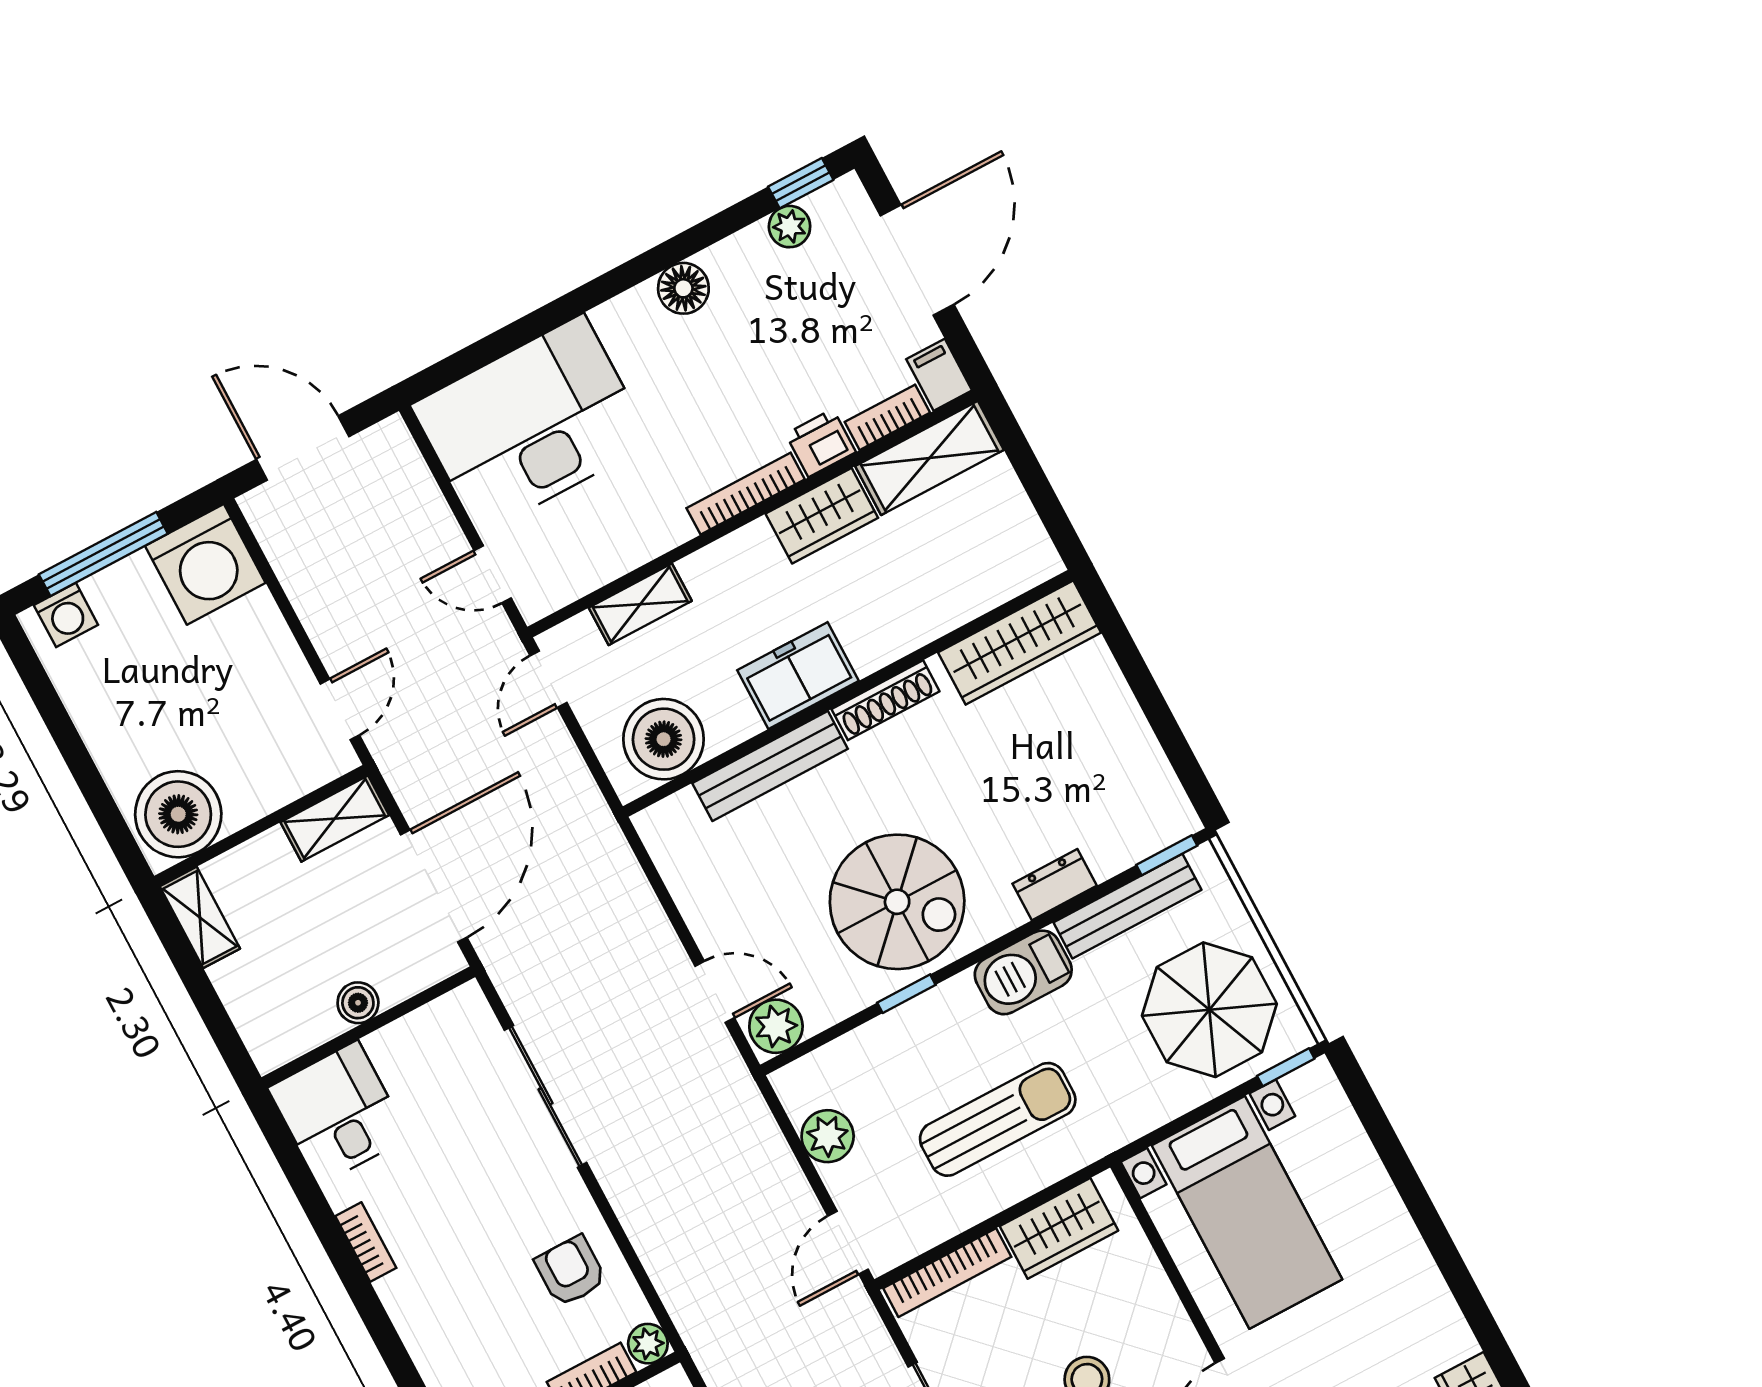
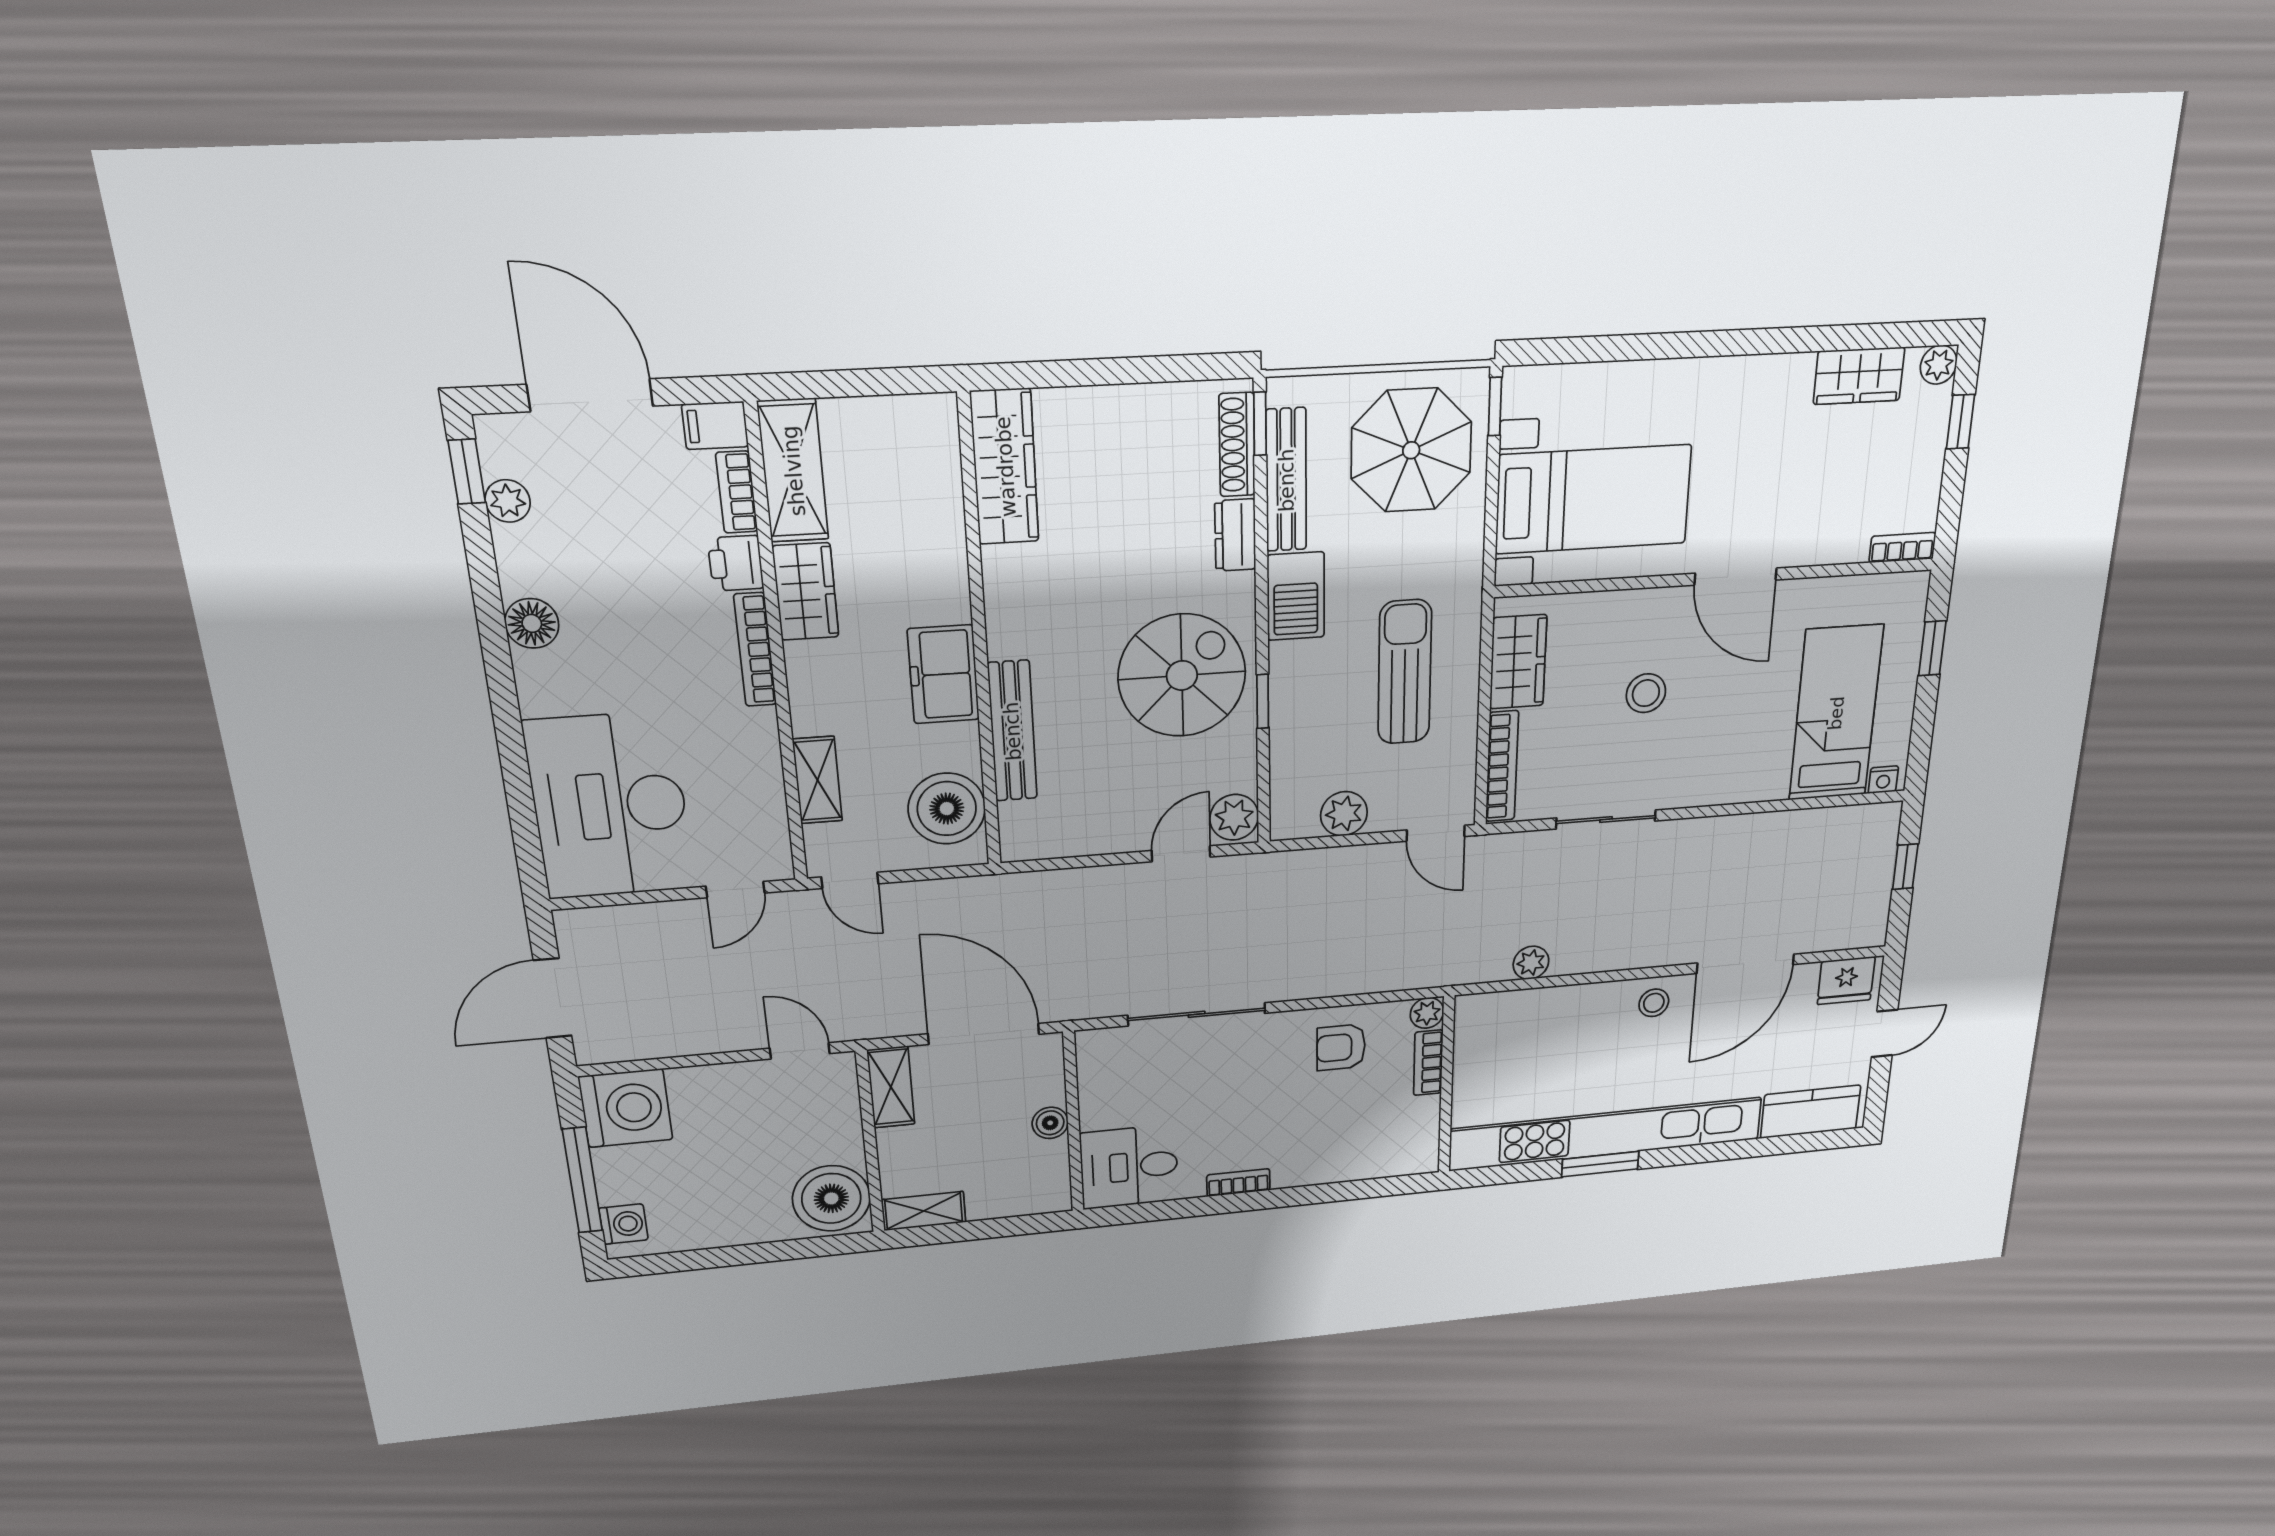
shoe rack: (885, 700) -> (1237, 445), moved, turned 180

